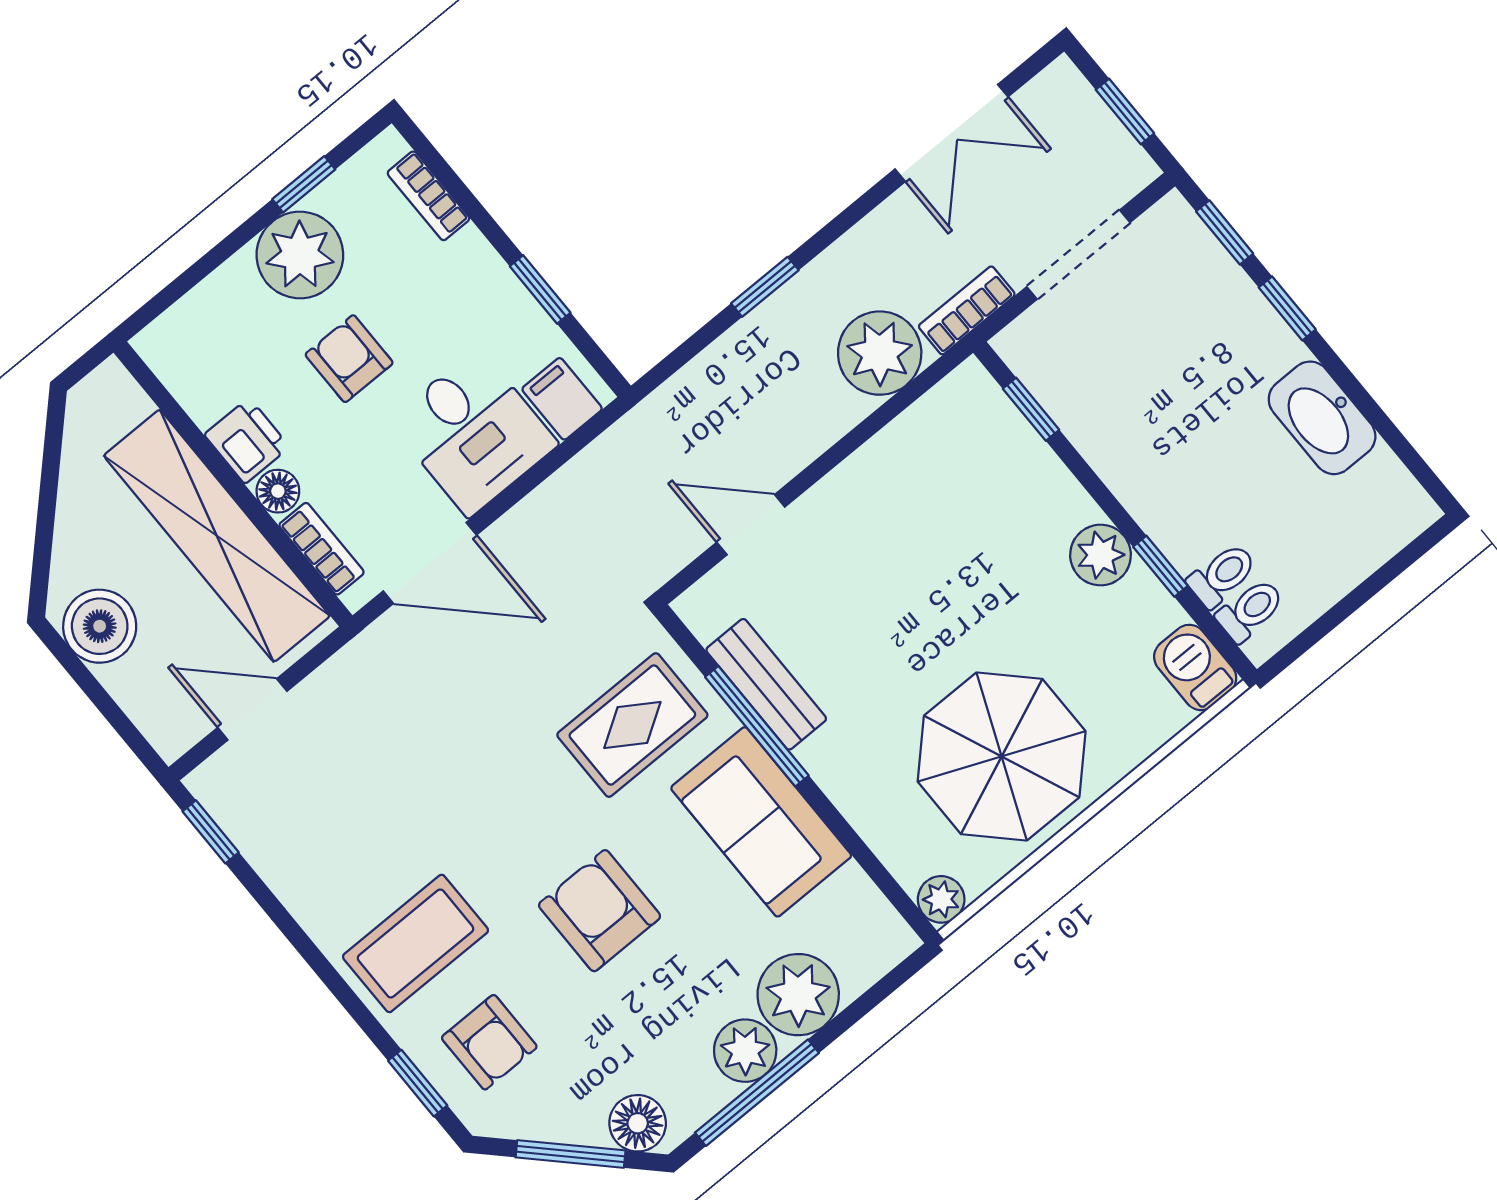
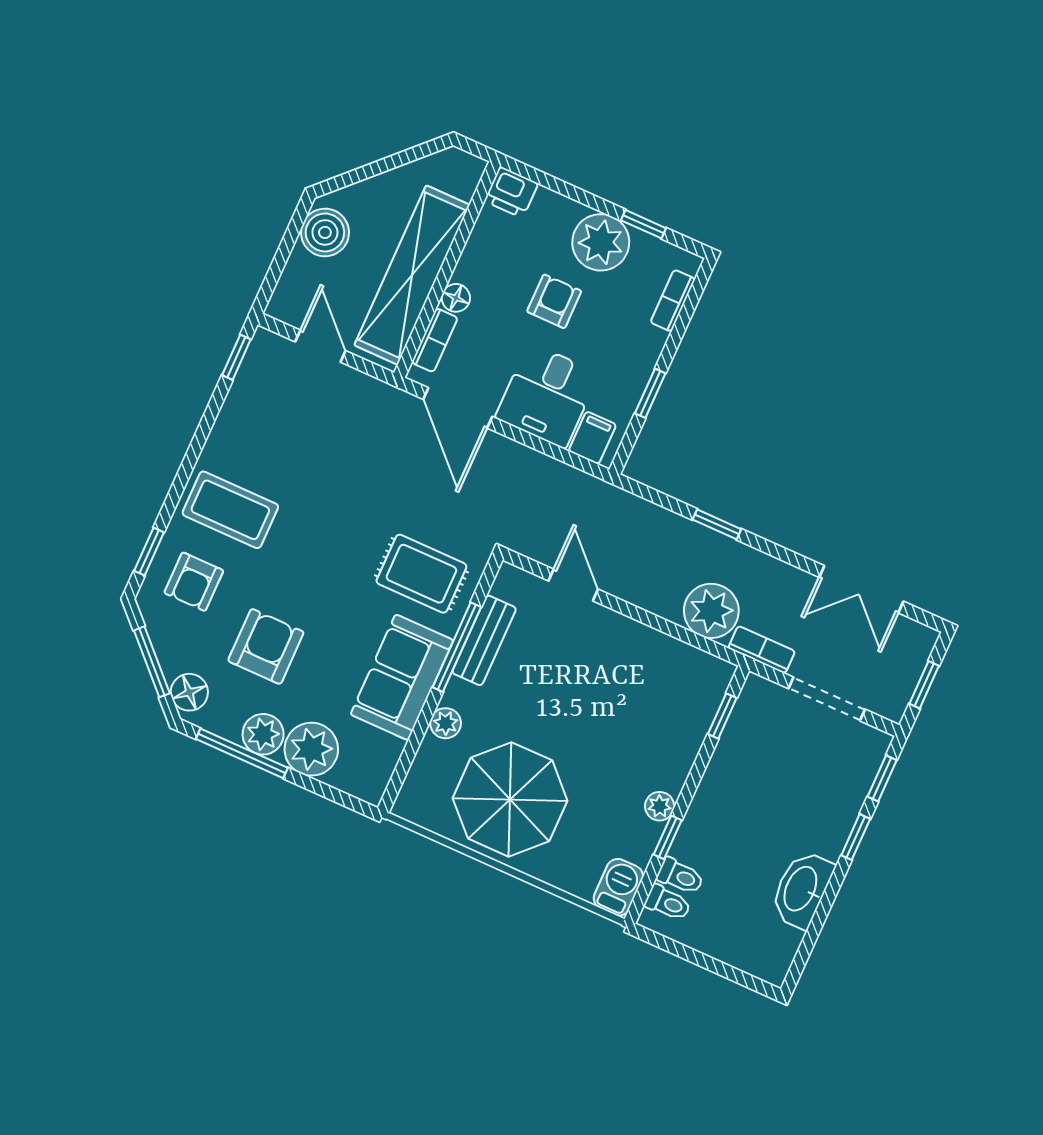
printer: (247, 441) -> (511, 192), moved, turned 90
plant: (1101, 555) -> (660, 806), width x0.73, depth x0.73
plant: (941, 899) -> (446, 723), moved
armchair: (600, 911) -> (266, 646), moved

